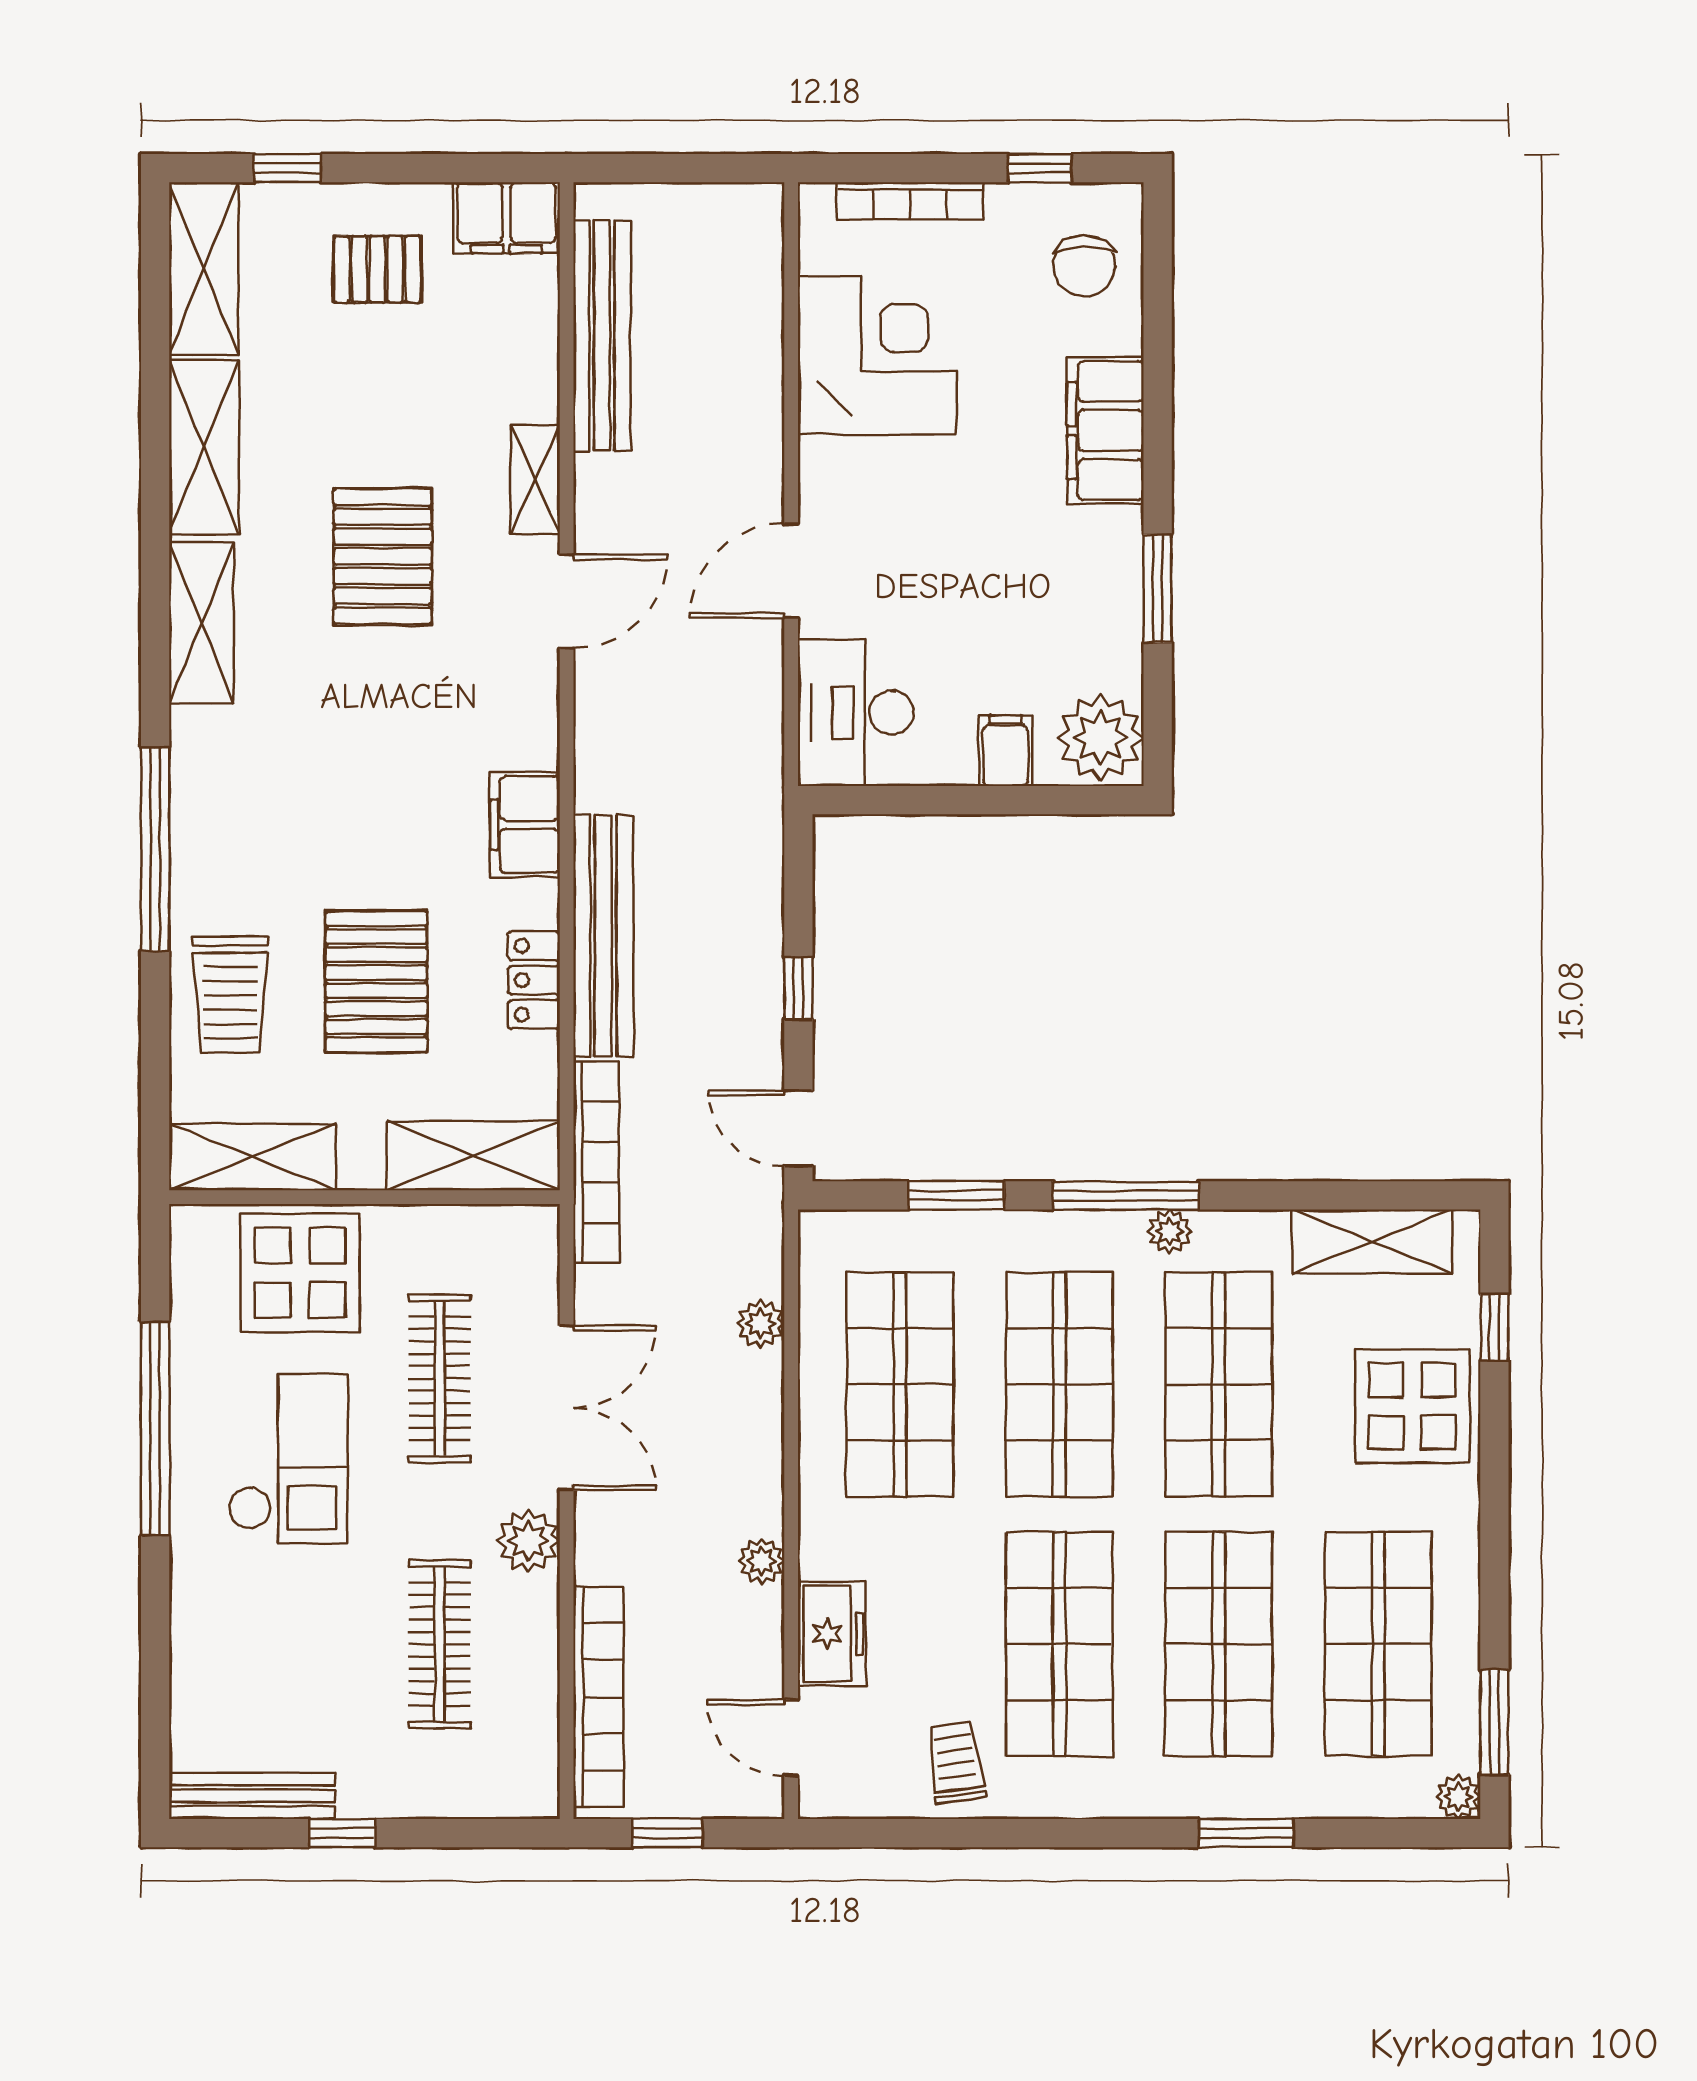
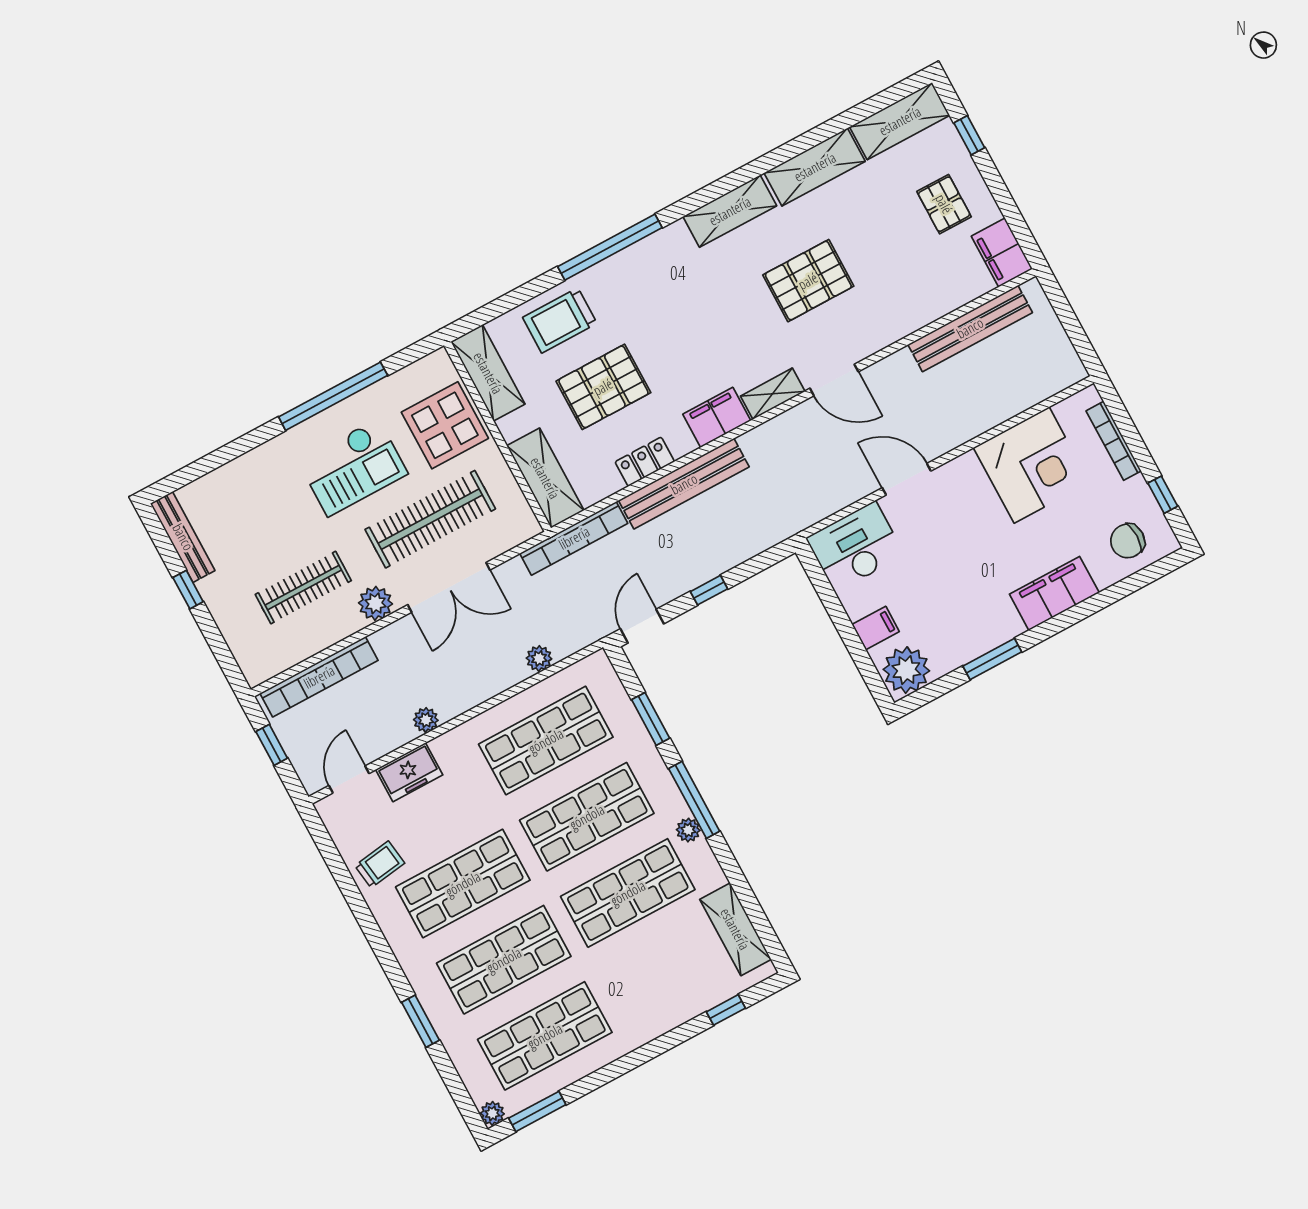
shelving: (535, 479) -> (773, 394), moved
clothes rail: (440, 1378) -> (430, 519), width x1.37, depth x1.31
display table: (1412, 1406) -> (667, 991), removed

